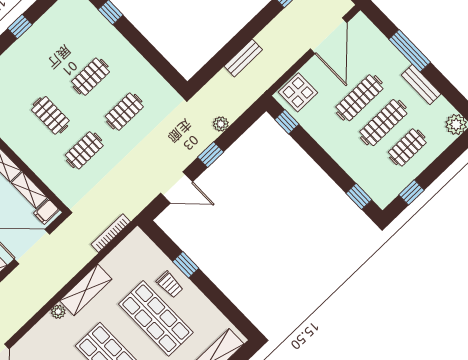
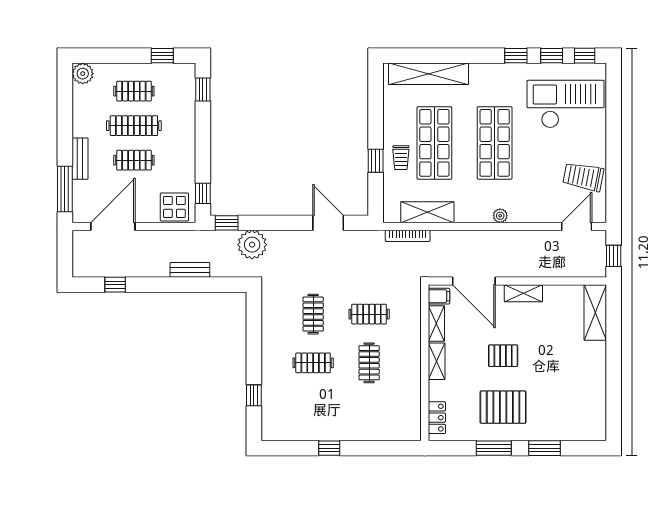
window: (410, 51) -> (65, 189), moved
bench: (421, 84) -> (80, 159), moved
clothes rail: (359, 98) -> (134, 160), width x0.73
clothes rail: (124, 112) -> (313, 314), turned 90
plant: (221, 124) -> (252, 245), width x1.88, depth x1.88
window: (211, 155) -> (227, 223), moved
trolley: (170, 285) -> (401, 158), turned 180
shelving: (86, 290) -> (427, 212), moved

